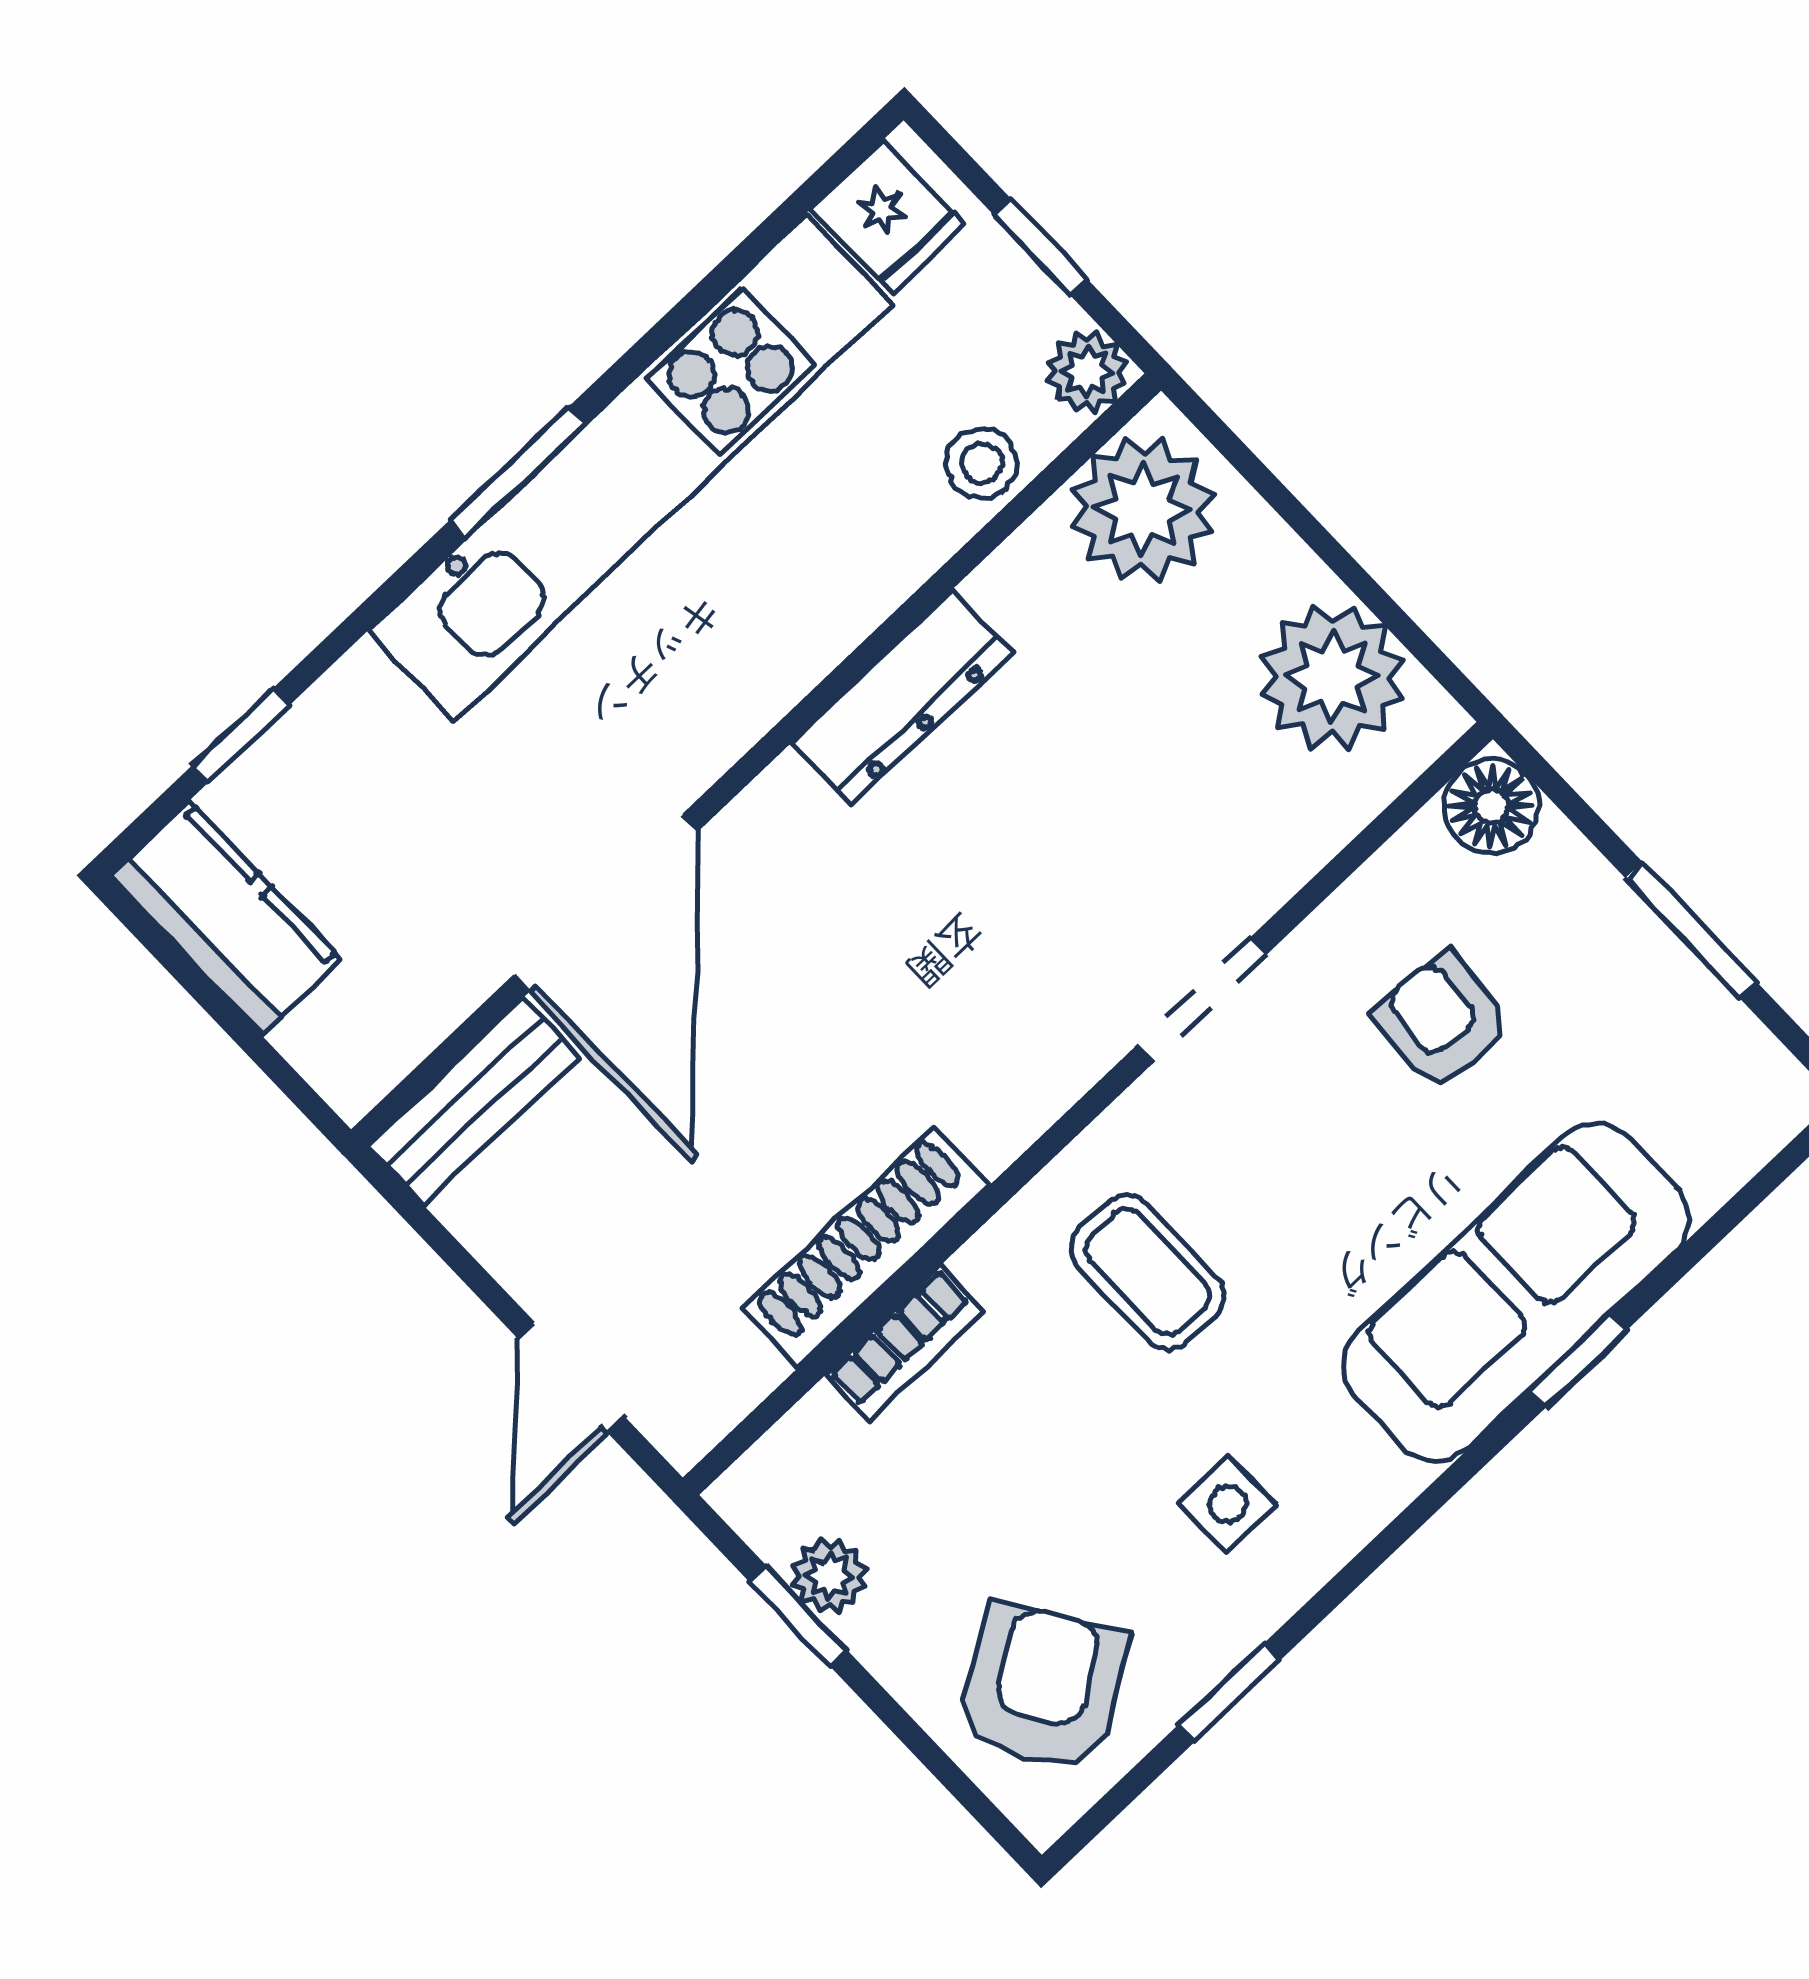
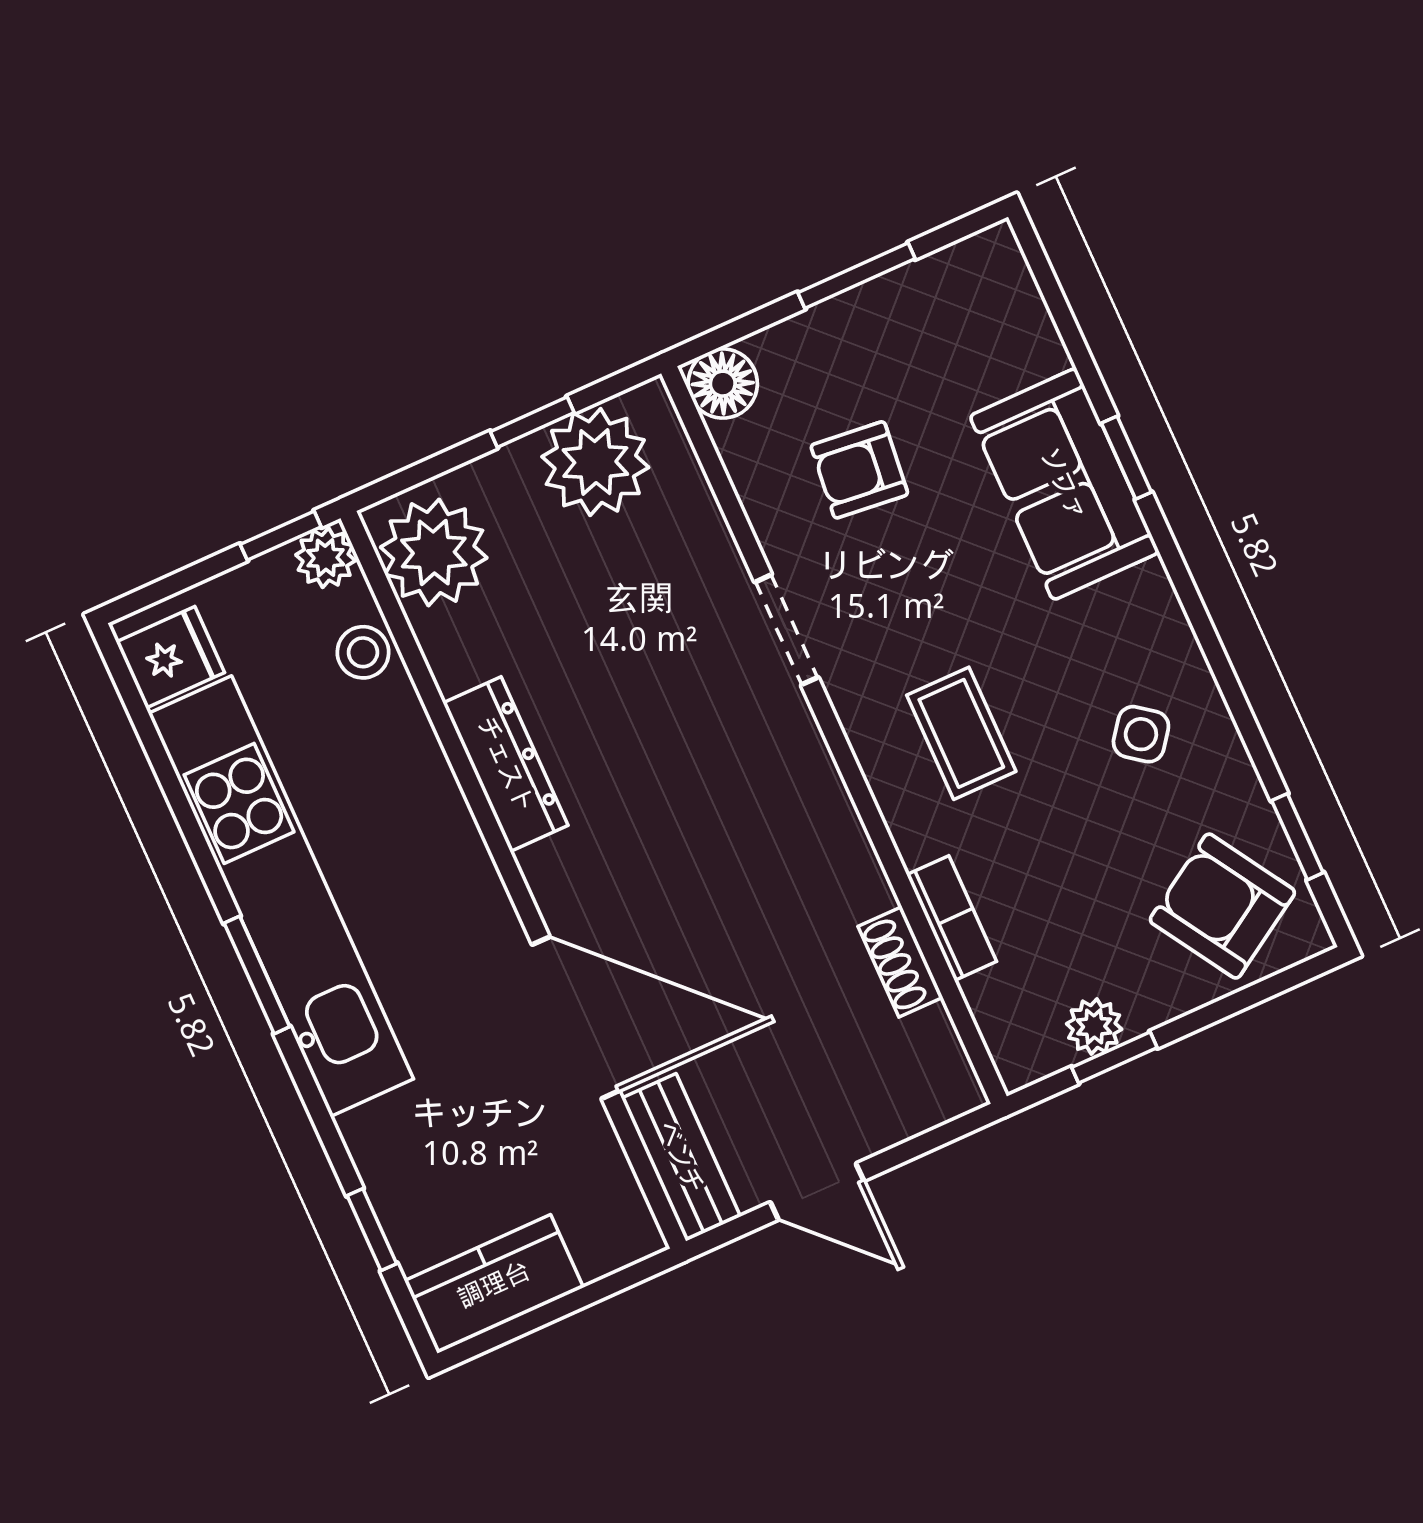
window: (1040, 247) -> (281, 536), moved
window: (1355, 578) -> (532, 422), added
shoe rack: (866, 1247) -> (900, 962), width x0.51, depth x0.81
coffee table: (1148, 1272) -> (961, 733), turned 90
sofa: (1516, 1293) -> (1064, 484), width x0.73
door: (571, 1378) -> (817, 1192), moved
side table: (1228, 1504) -> (1141, 734), turned 37
window: (1229, 1693) -> (1297, 837), moved

